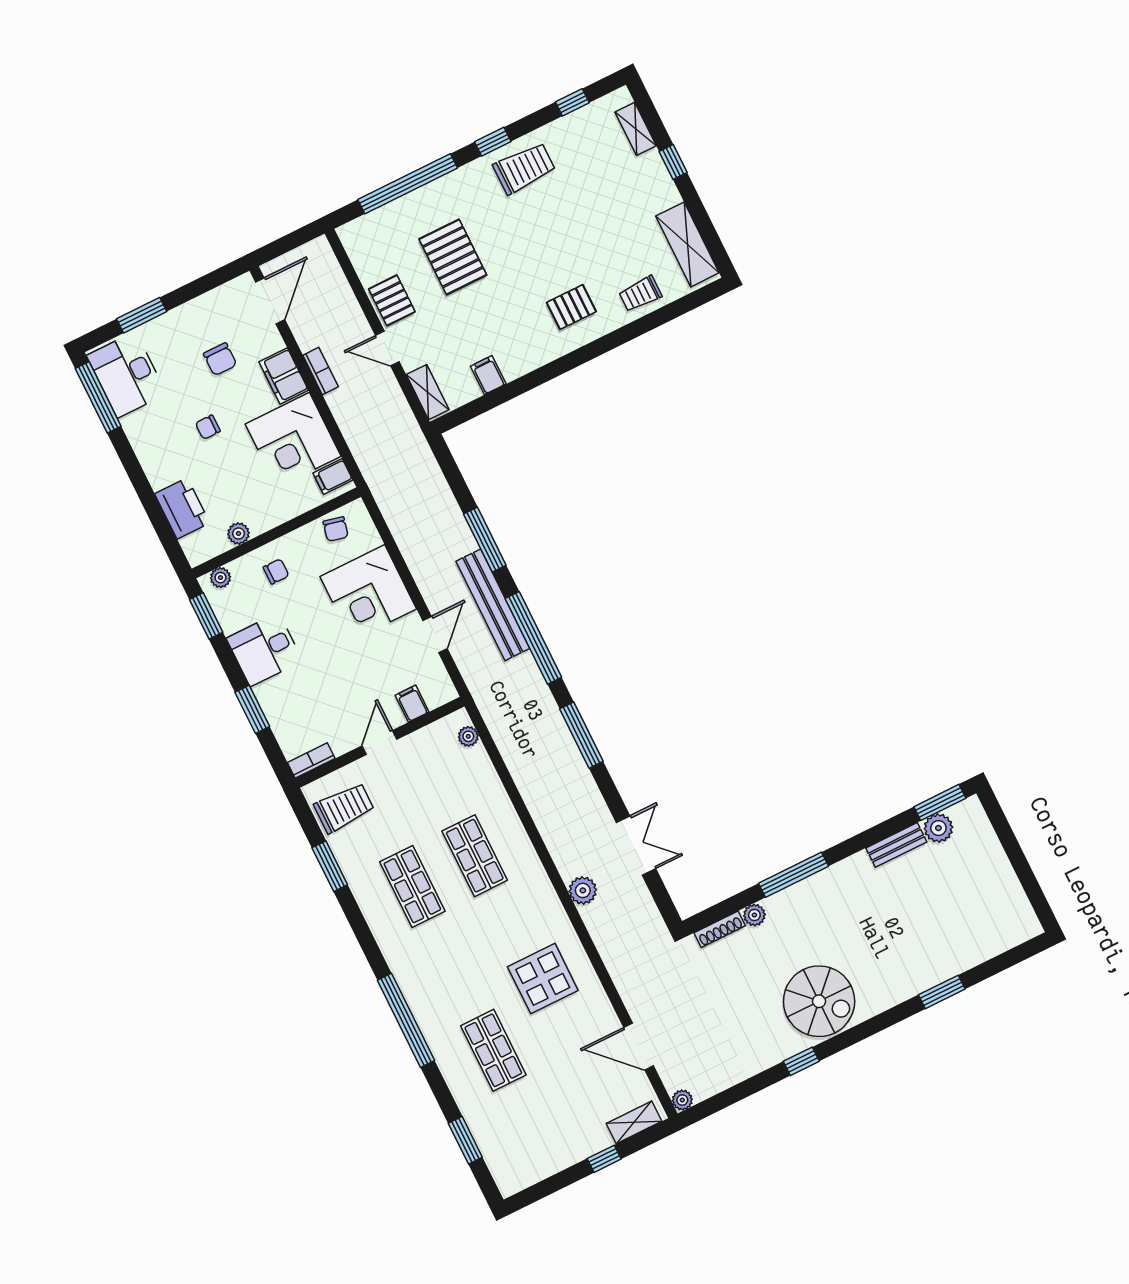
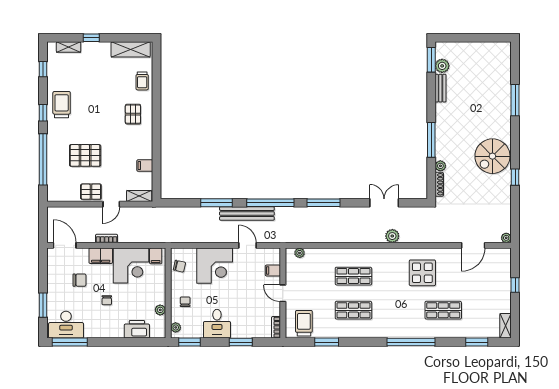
window: (942, 992) -> (515, 100), width x1.44
spiral stairs: (819, 1001) -> (492, 156), turned 180
shelving: (634, 1122) -> (506, 326), moved

